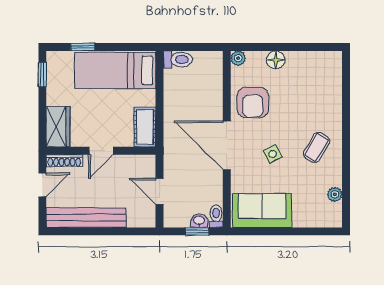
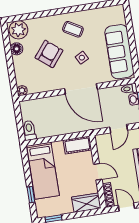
floor lamp: (276, 60) -> (17, 49), moved
armchair: (253, 102) -> (49, 54), moved, turned -51
door: (227, 145) -> (81, 89), hinge flipped
plant: (335, 194) -> (18, 30), moved, width x1.88, depth x1.88
sofa: (262, 211) -> (119, 52), width x1.36

